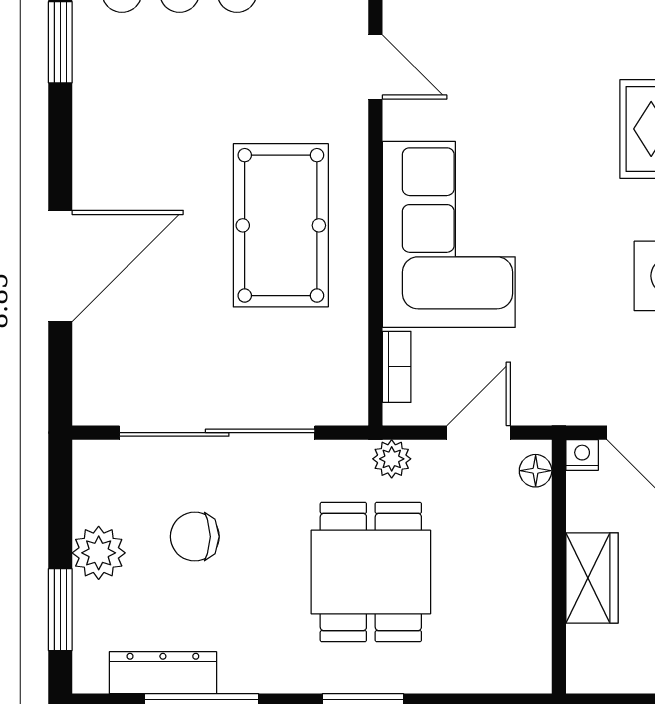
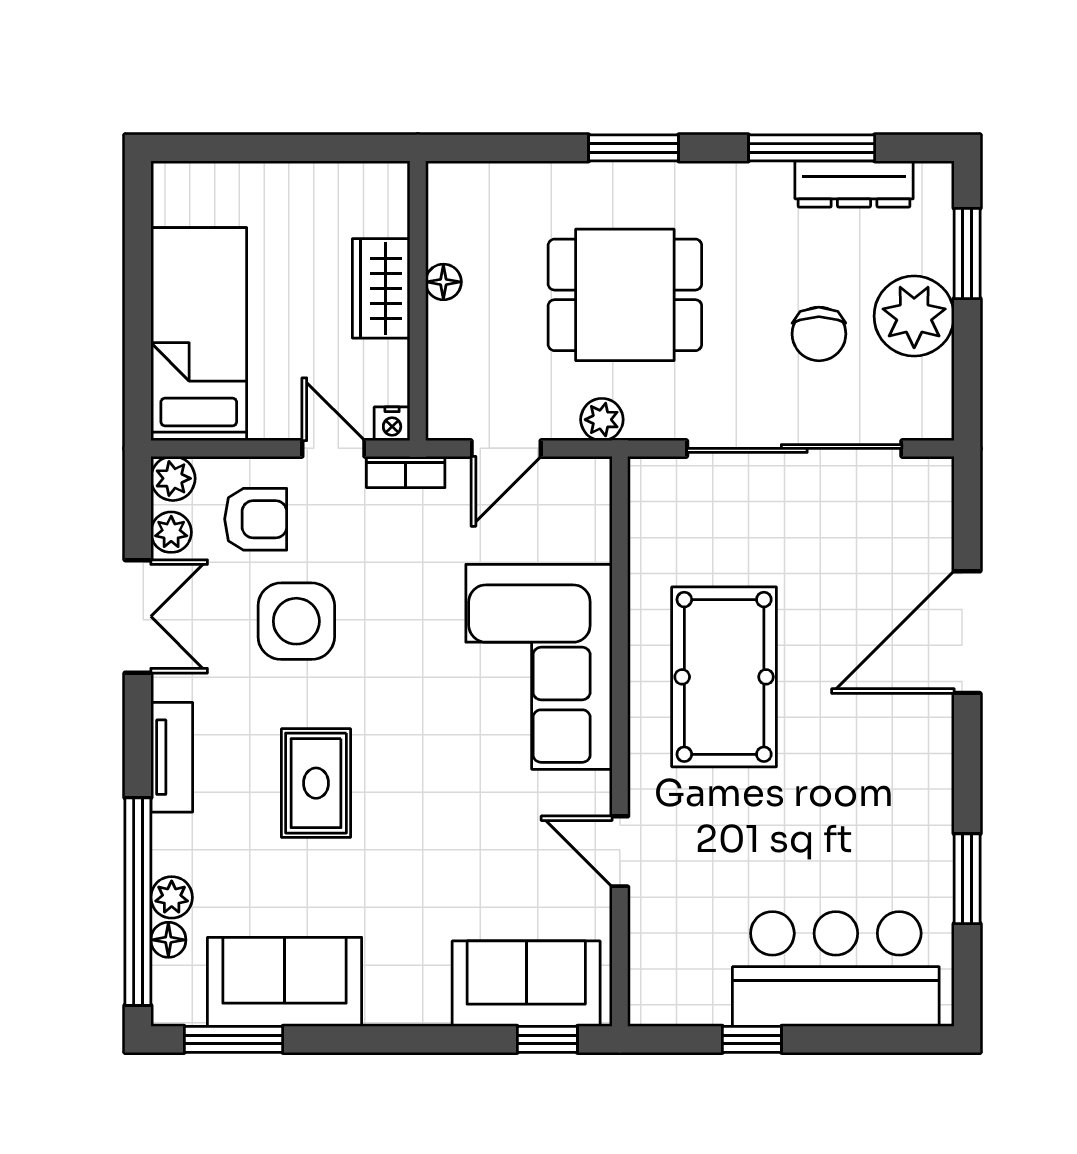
bookcase: (397, 367) -> (406, 472), moved, turned -90
floor lamp: (536, 471) -> (443, 282), moved
chair: (195, 537) -> (819, 334), turned 90
plant: (99, 553) -> (914, 316), width x1.36, depth x1.36
dining table: (371, 572) -> (625, 295), turned 90

